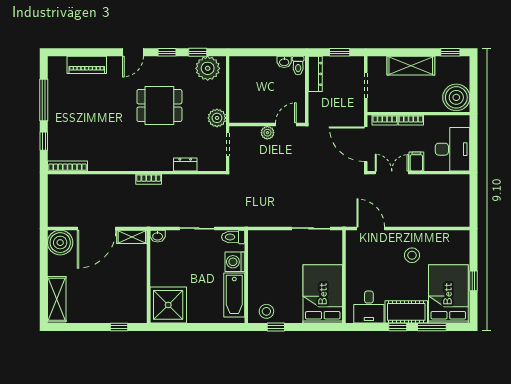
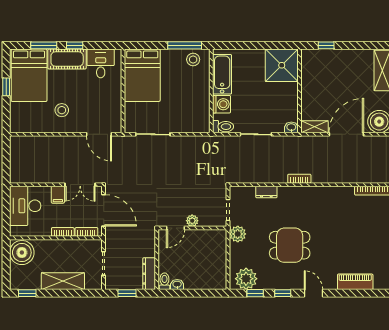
door: (133, 52) -> (313, 293), hinge flipped
window: (276, 327) -> (185, 45), width x2.17

